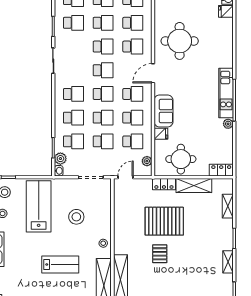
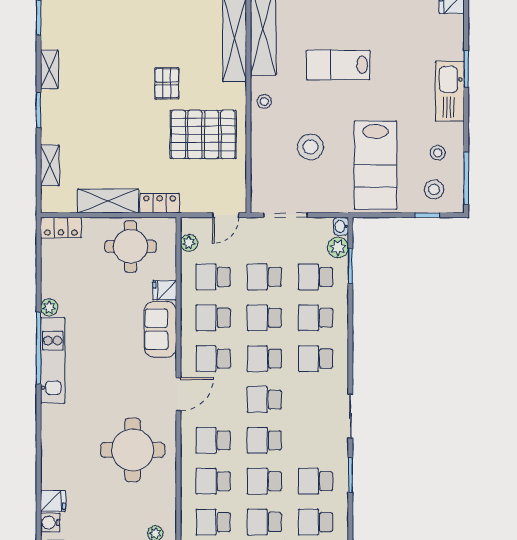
pallet: (164, 221) -> (203, 134), moved

